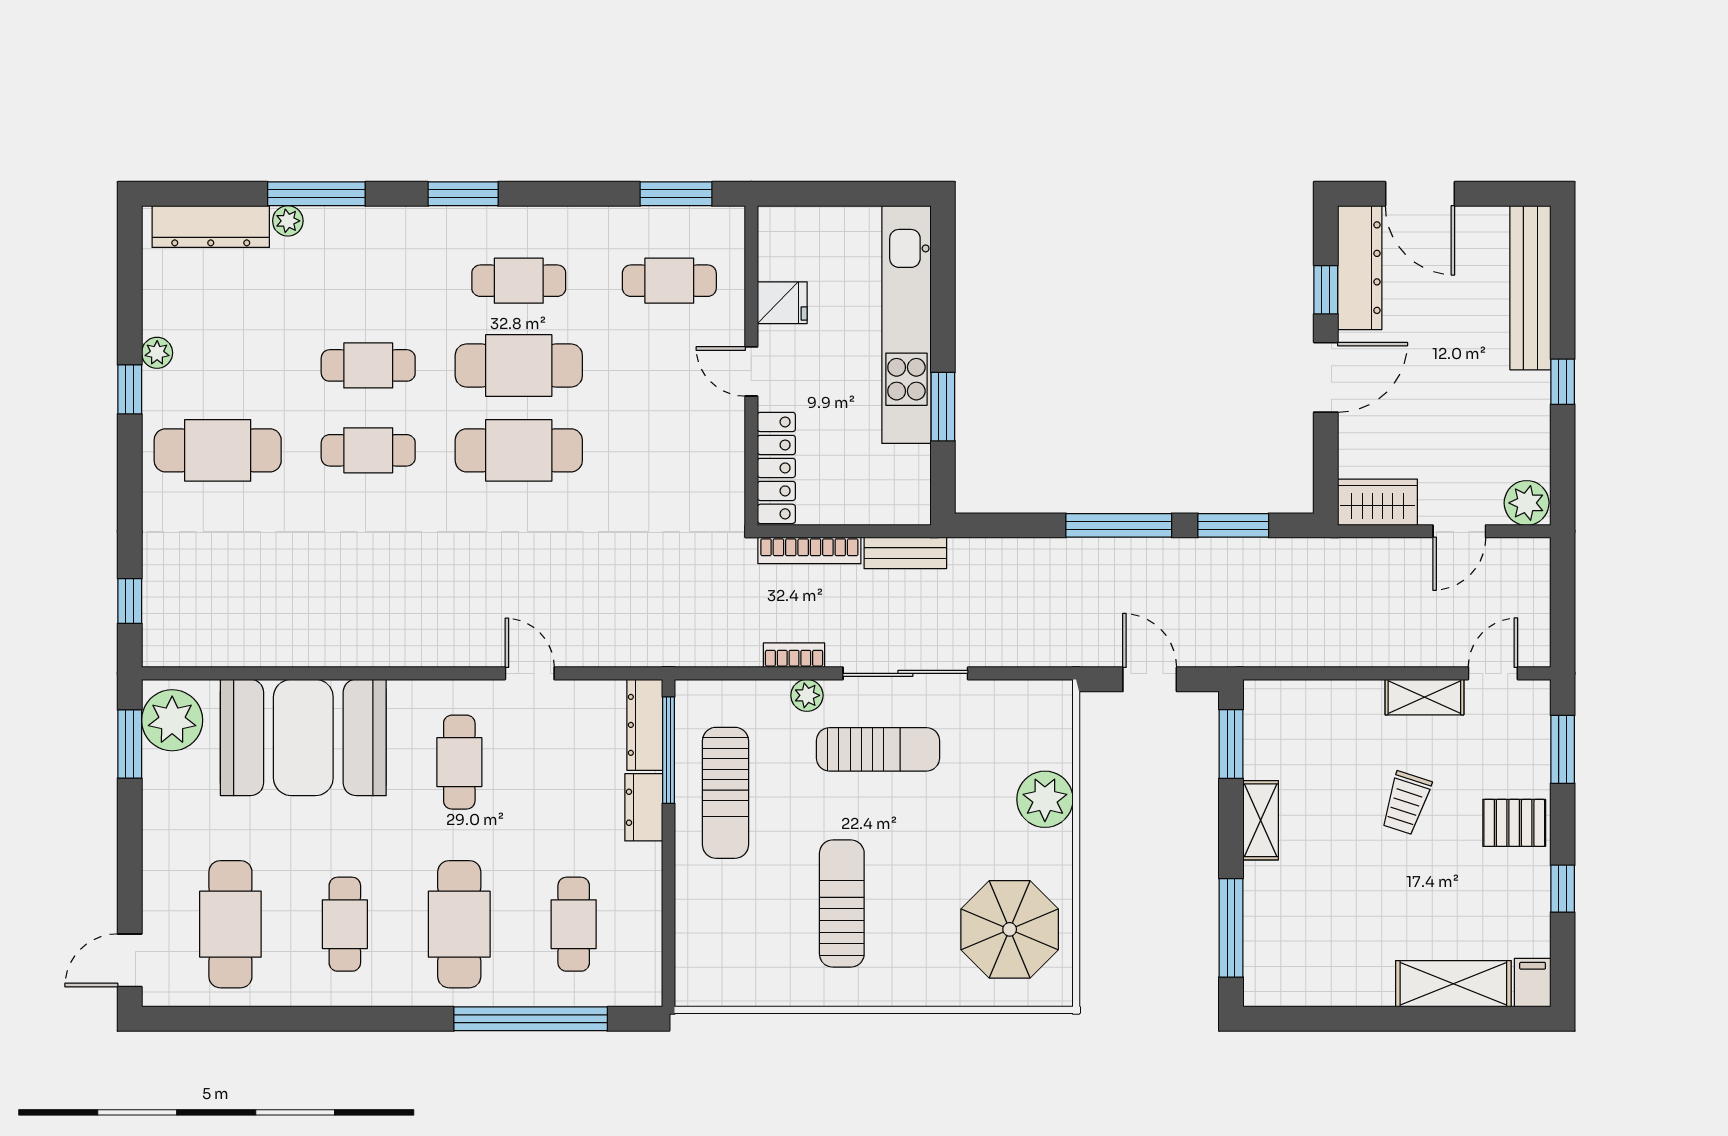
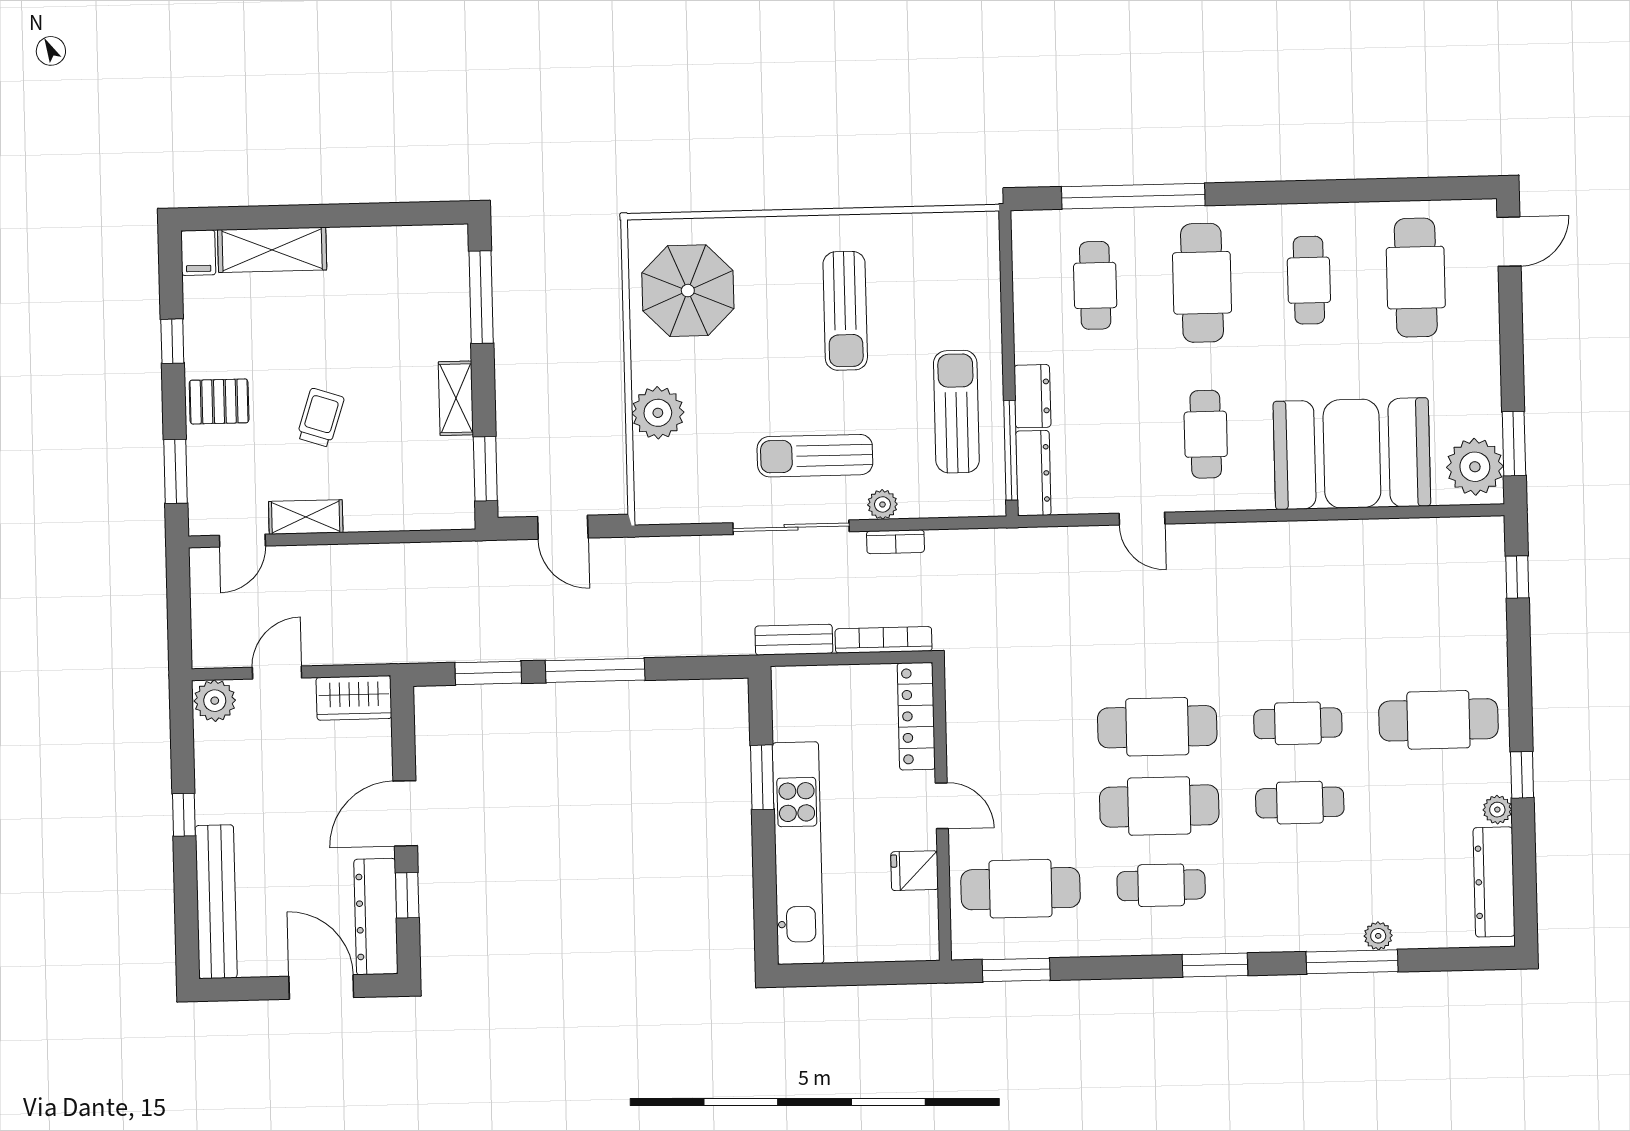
dresser: (211, 227) -> (1494, 882), moved, turned -90
cafe table: (669, 281) -> (1021, 889), width x1.37, depth x1.35

